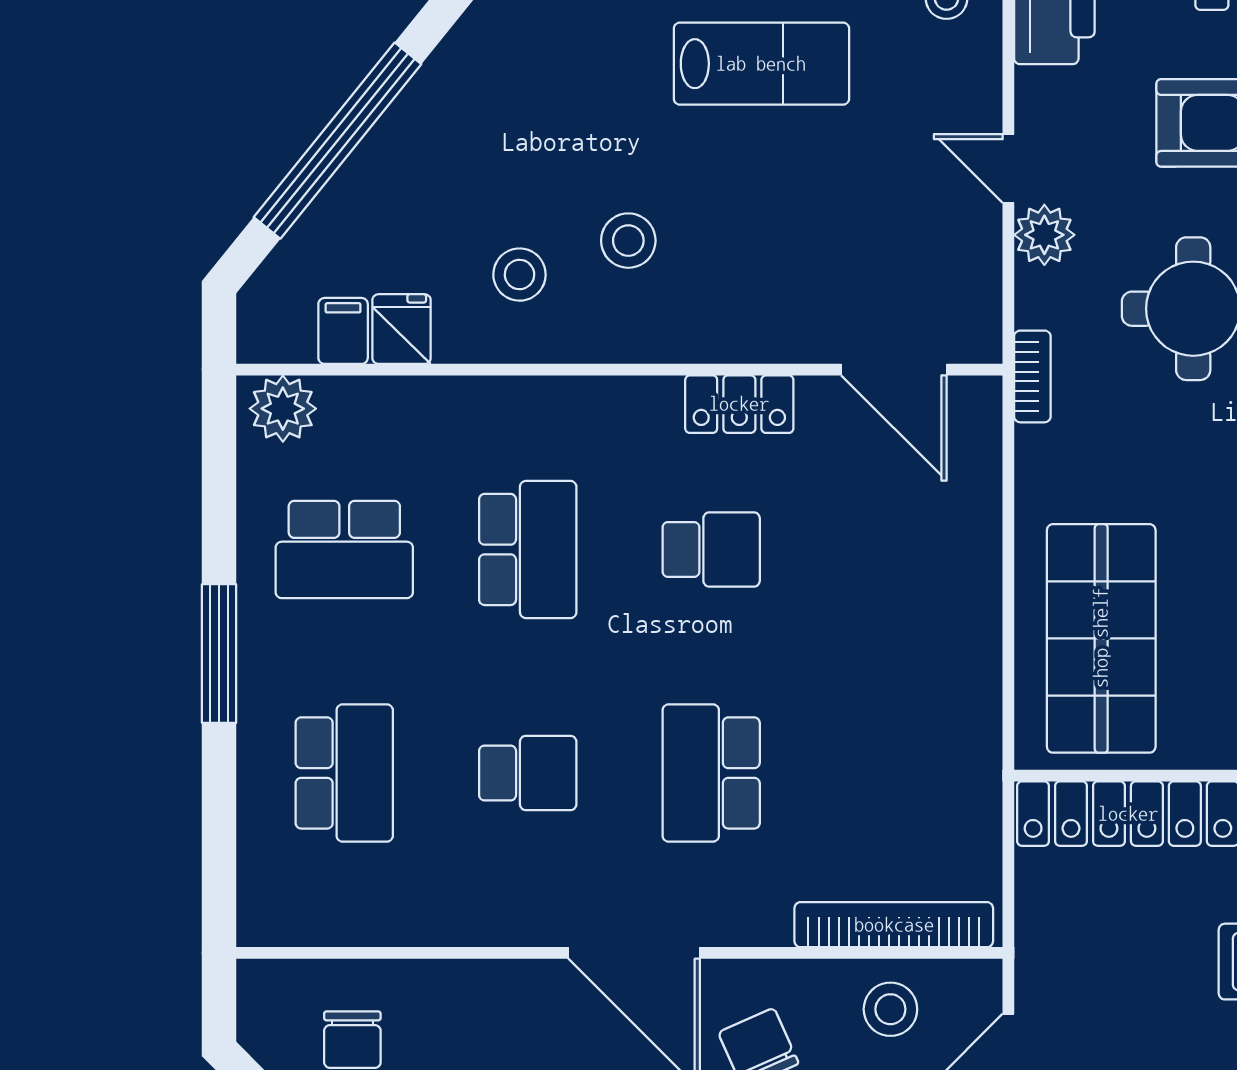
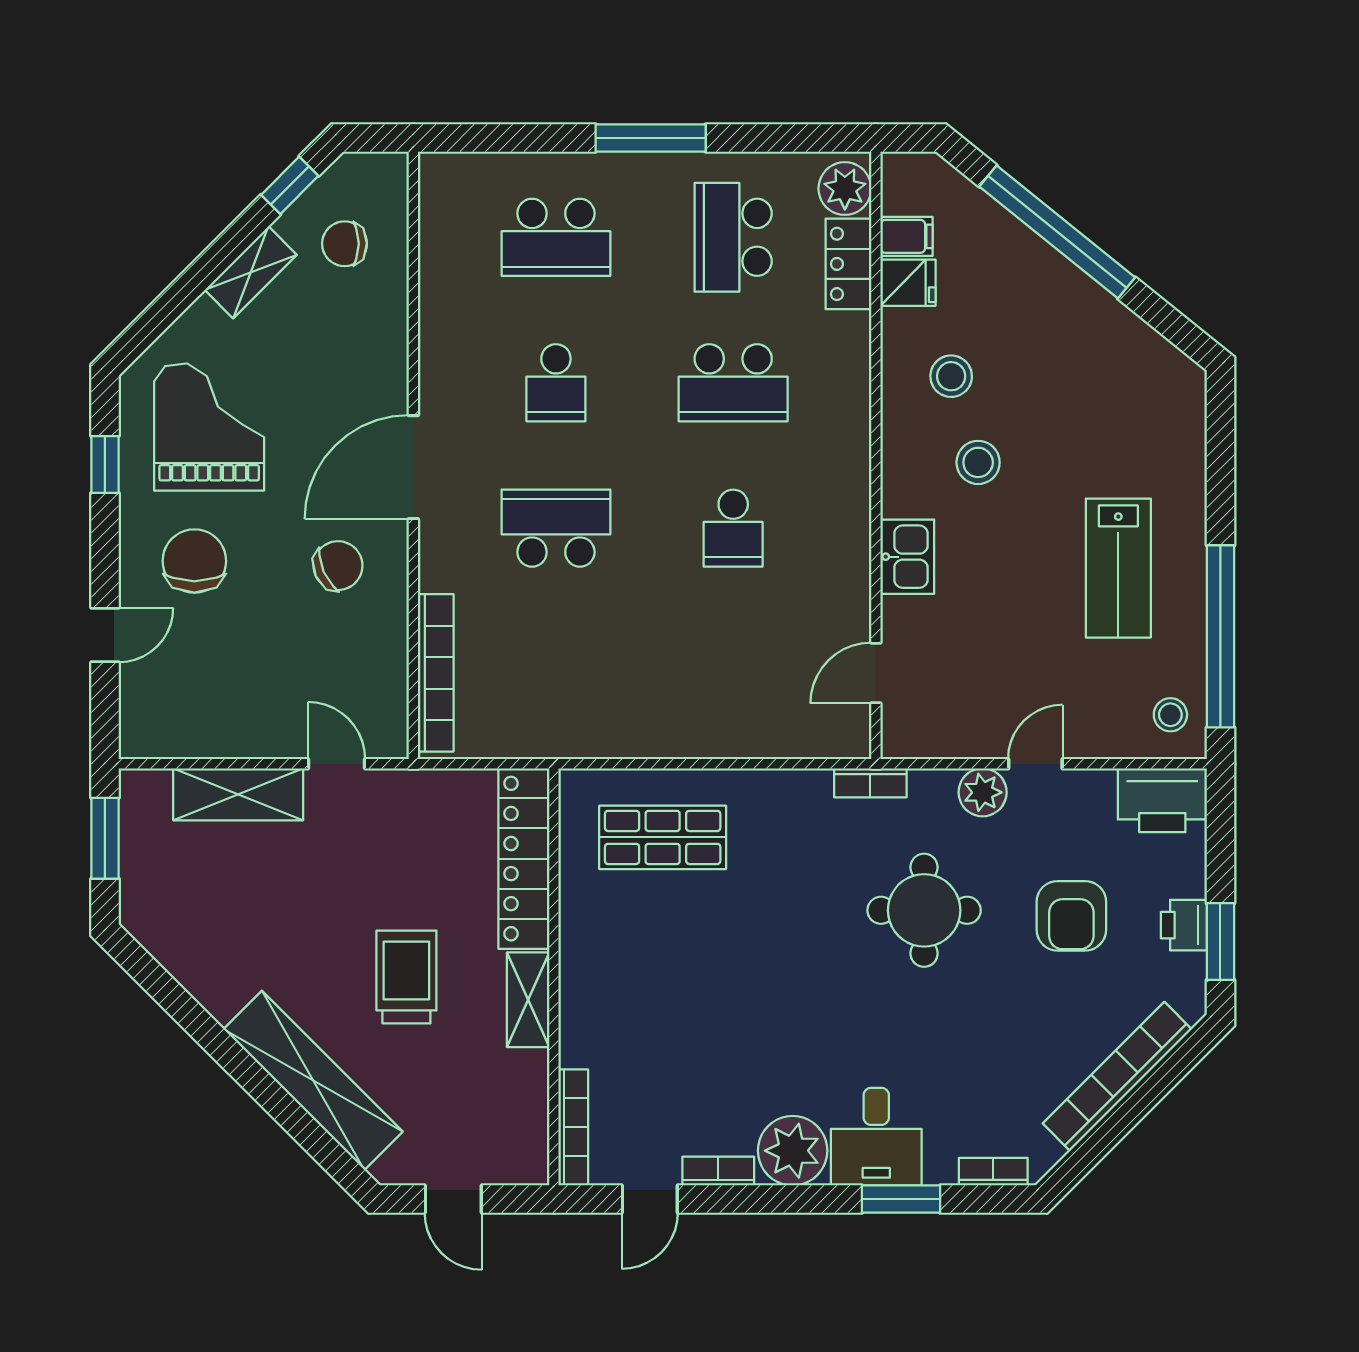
kitchen sink: (747, 330) -> (907, 557), added
door: (894, 370) -> (876, 673), width x0.73
locker: (739, 404) -> (848, 264), moved
shop shelf: (1101, 638) -> (663, 837), width x0.70, depth x0.74
stool: (890, 1009) -> (369, 670), removed

